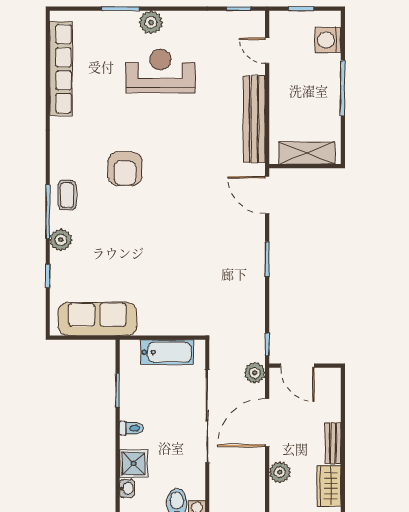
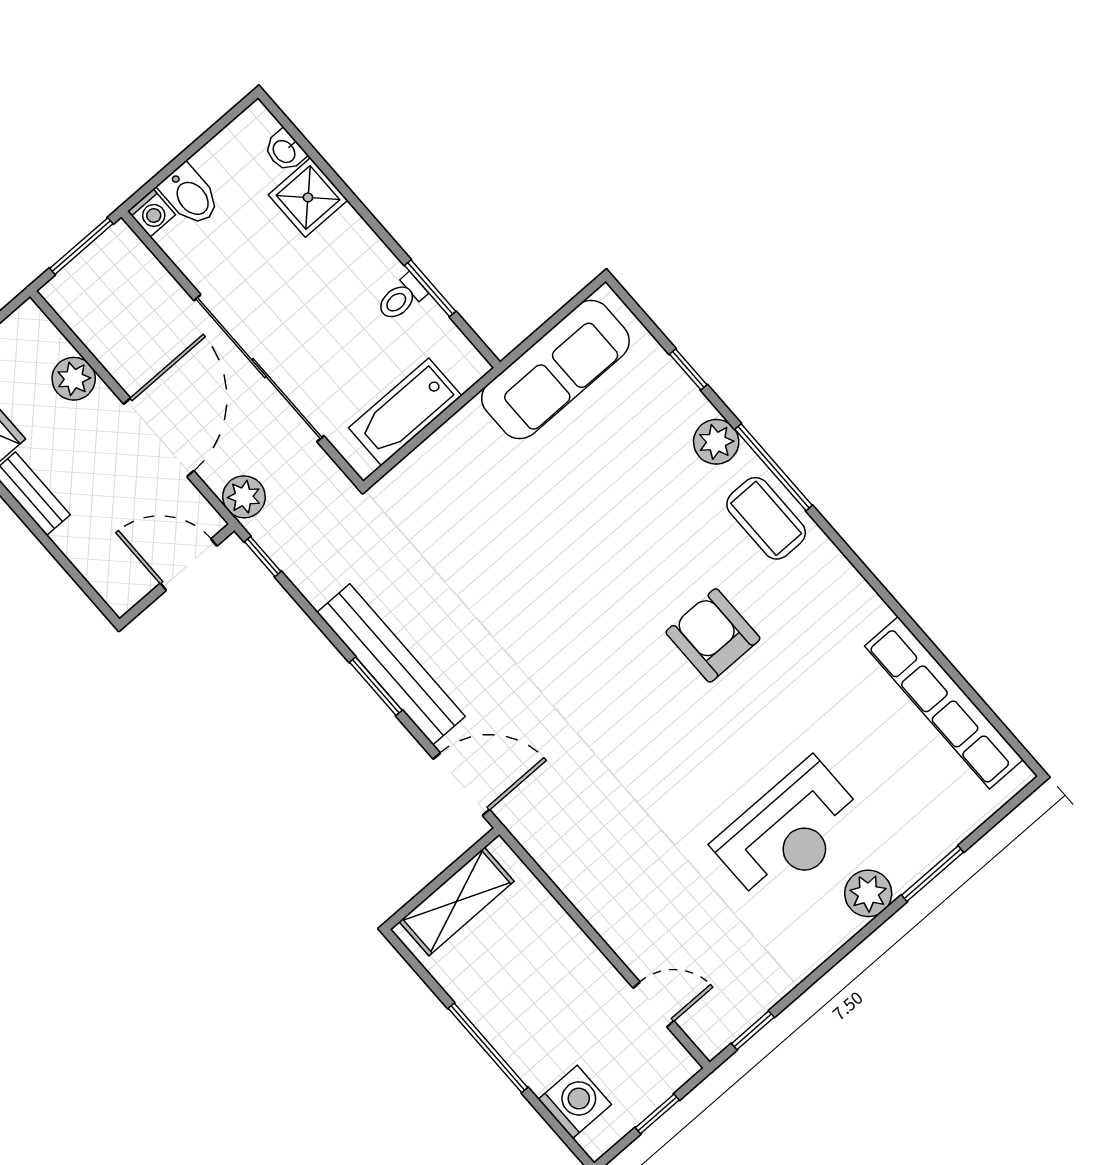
bench: (254, 119) -> (391, 664), moved
coffee table: (67, 195) -> (766, 518), width x1.36, depth x1.30
toilet: (131, 428) -> (401, 298), moved

